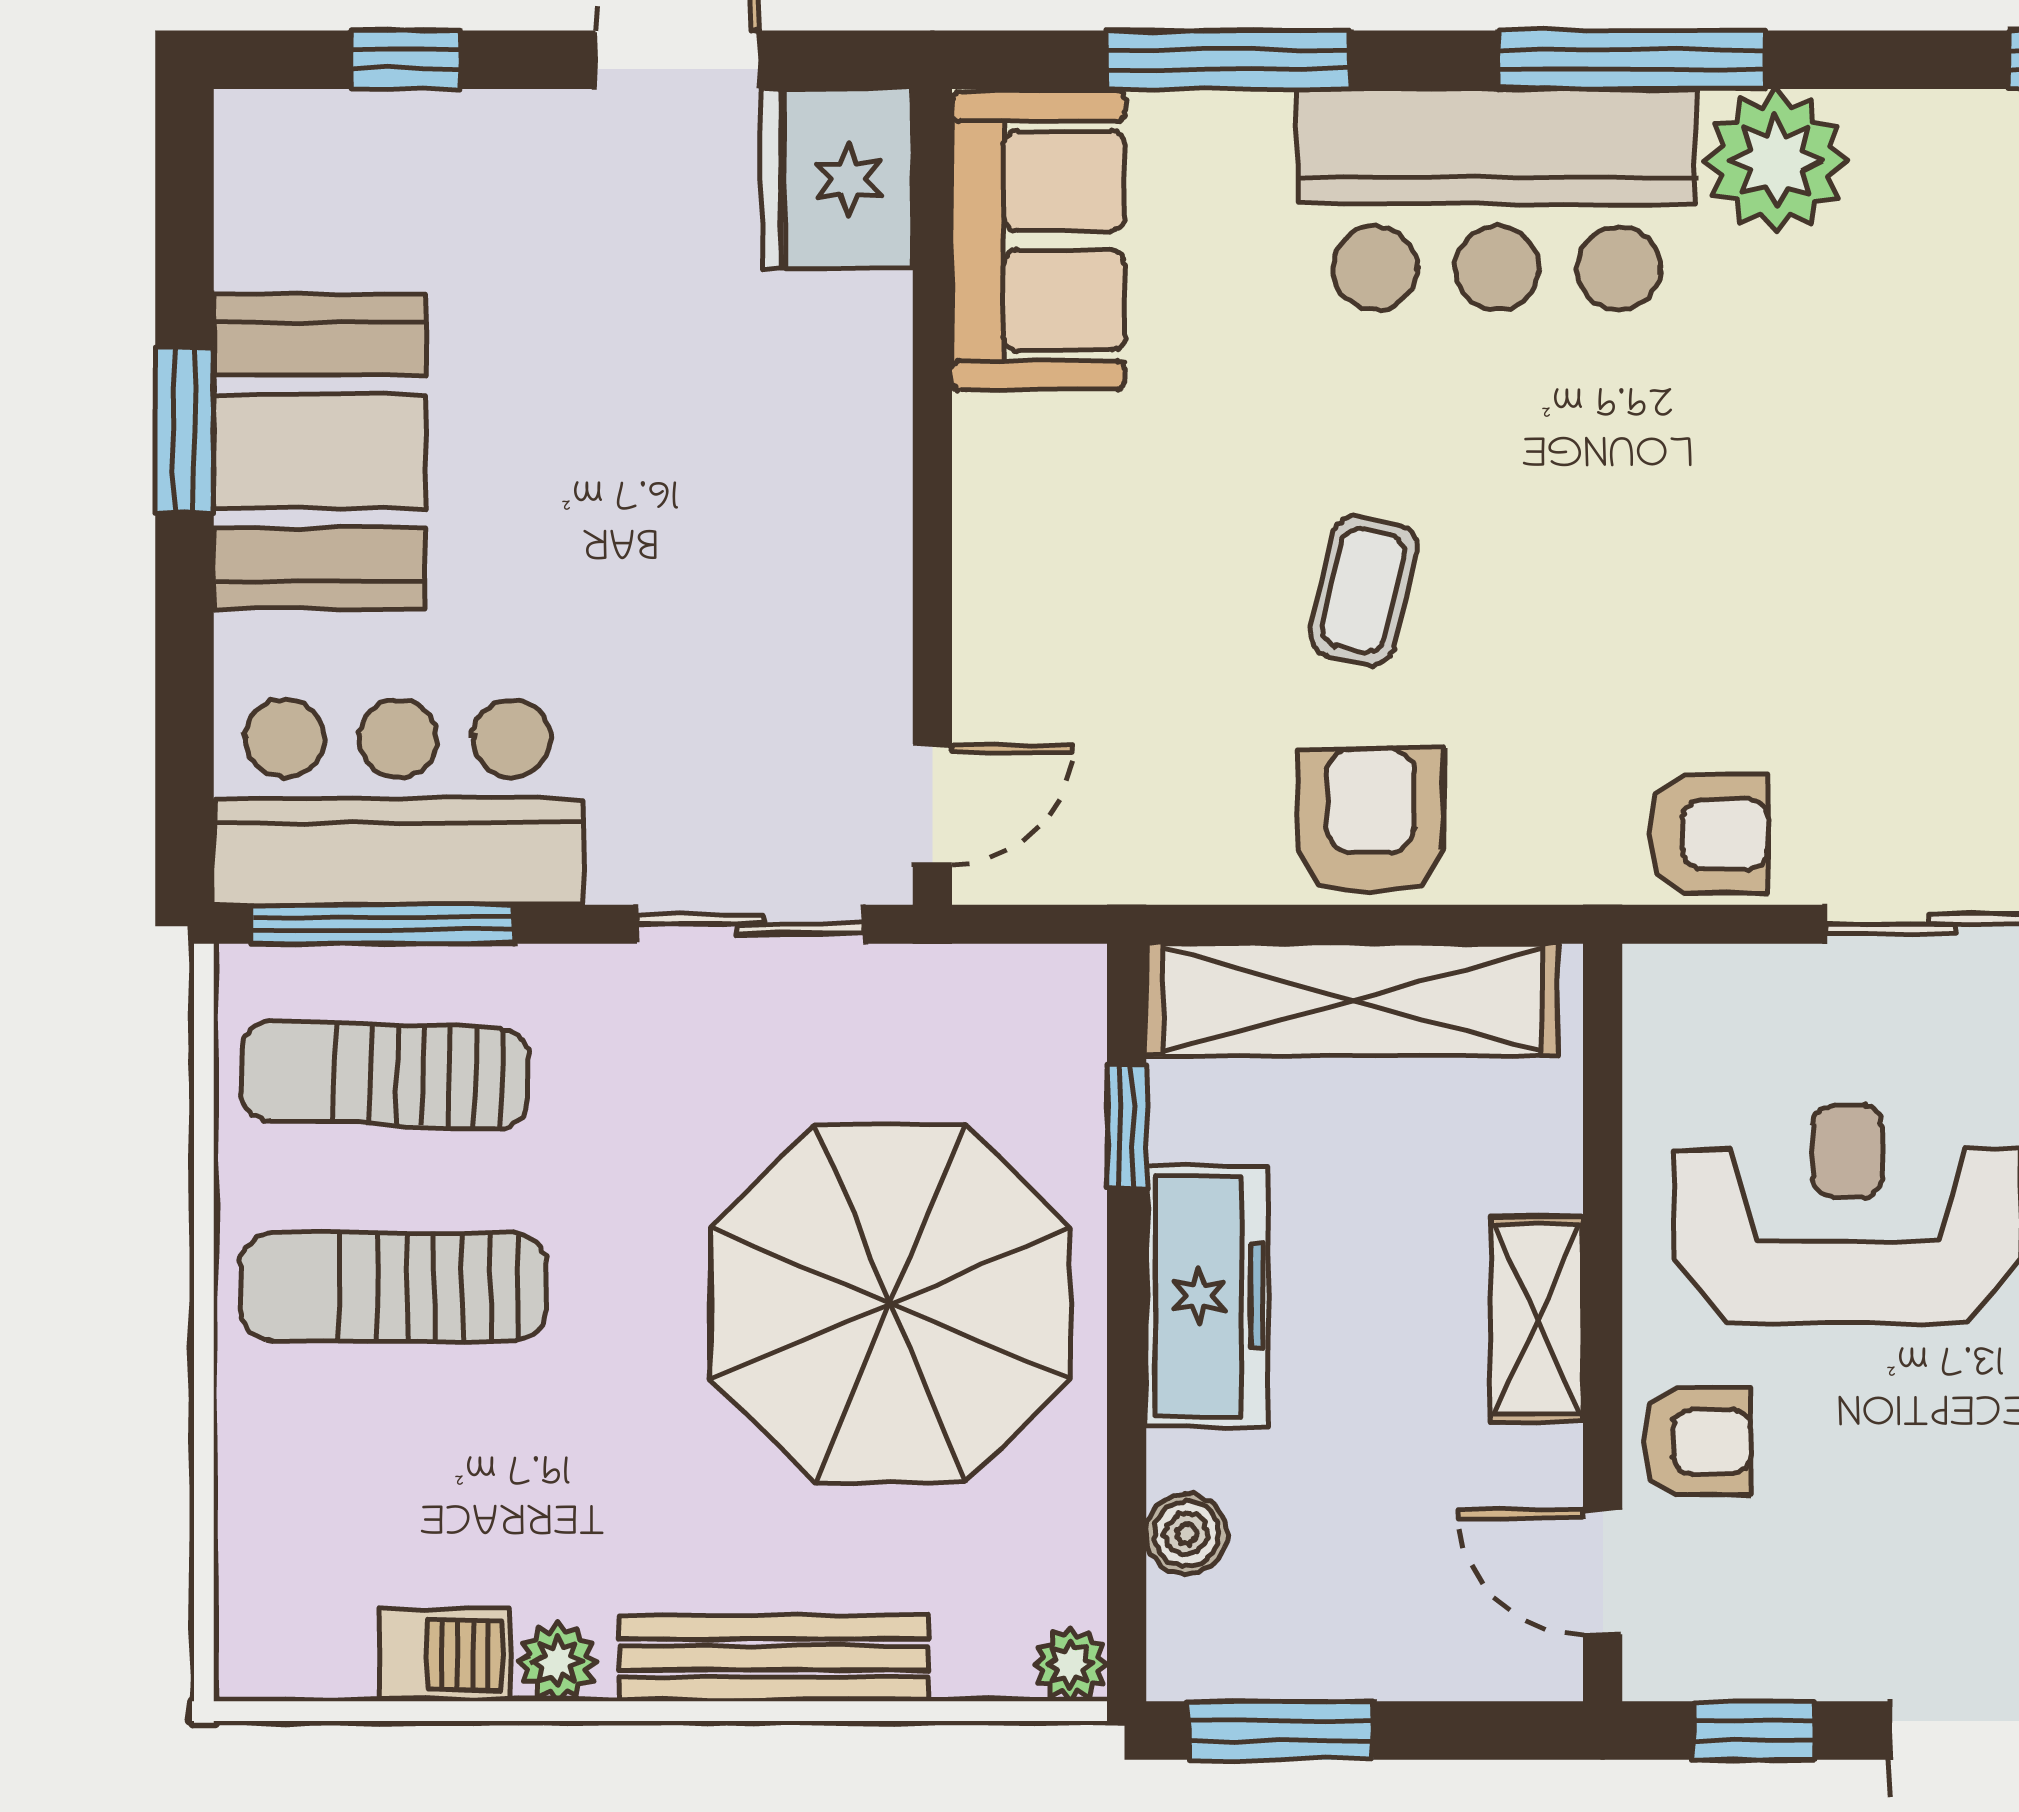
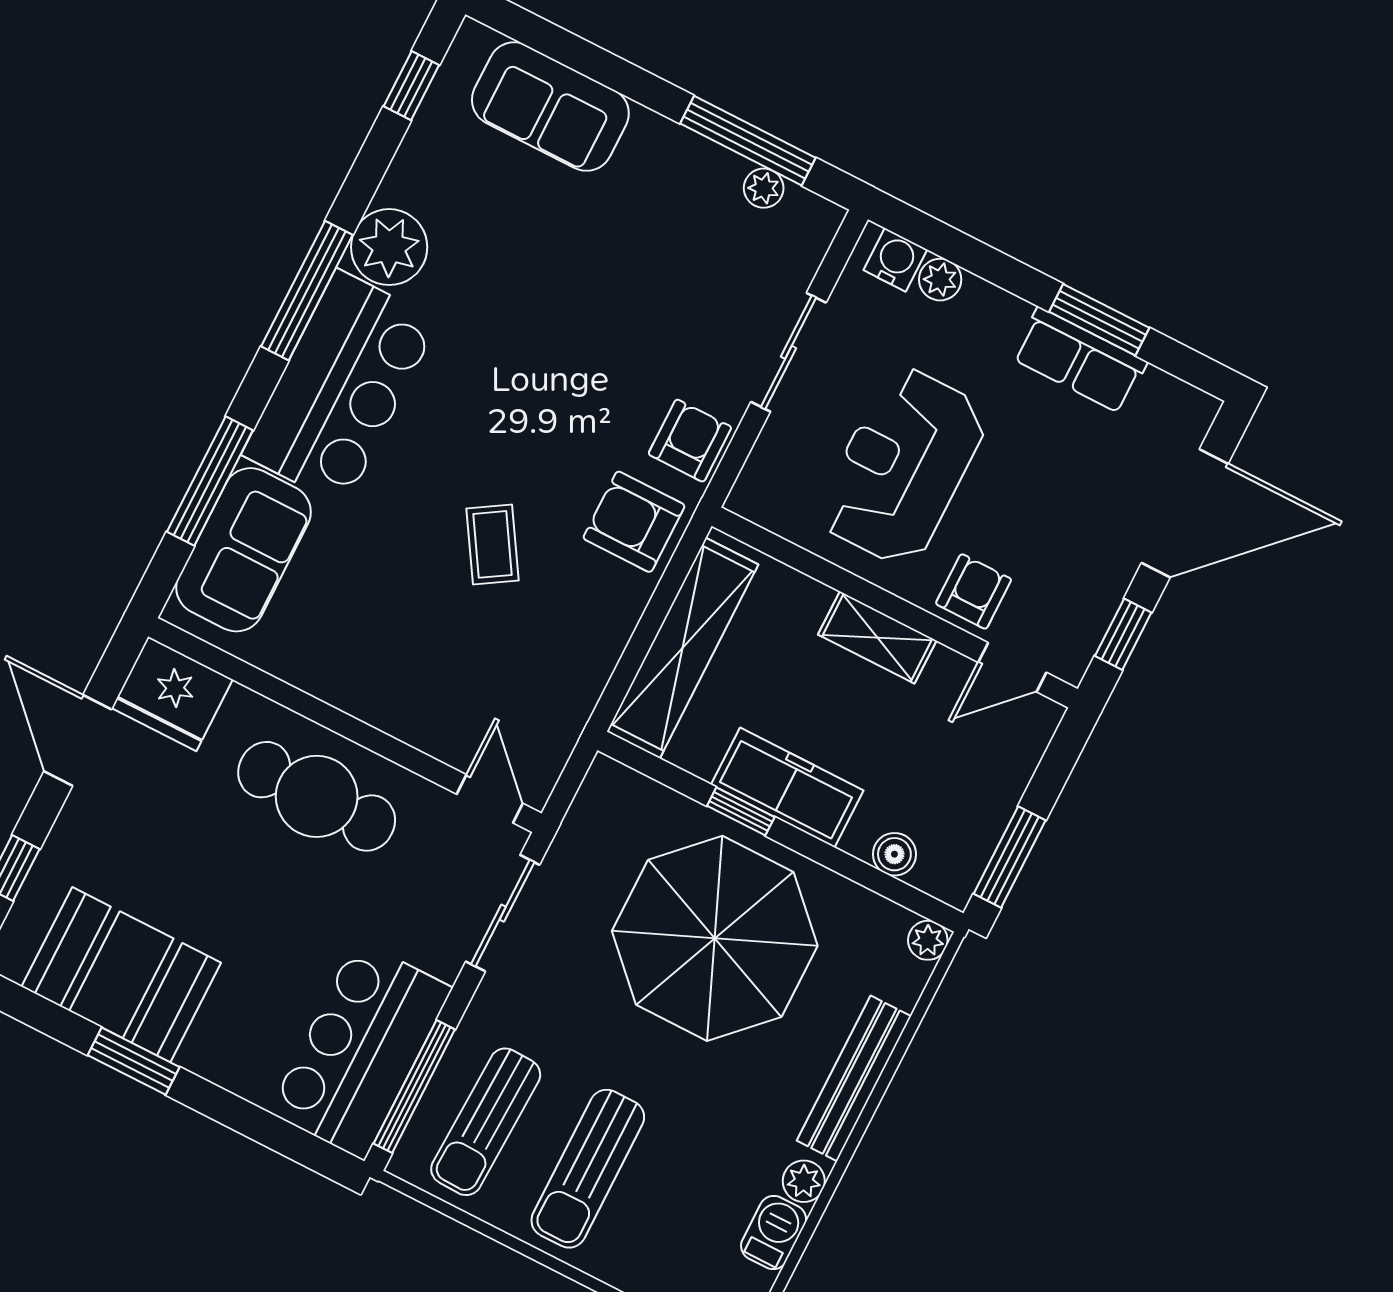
sofa: (1038, 241) -> (244, 550), moved, turned 90
booth: (320, 451) -> (121, 975), moved
cafe table: (788, 510) -> (317, 796), added
coffee table: (1363, 590) -> (492, 544), turned 45
armchair: (1371, 821) -> (634, 522), moved
window: (1127, 1127) -> (741, 811), moved

